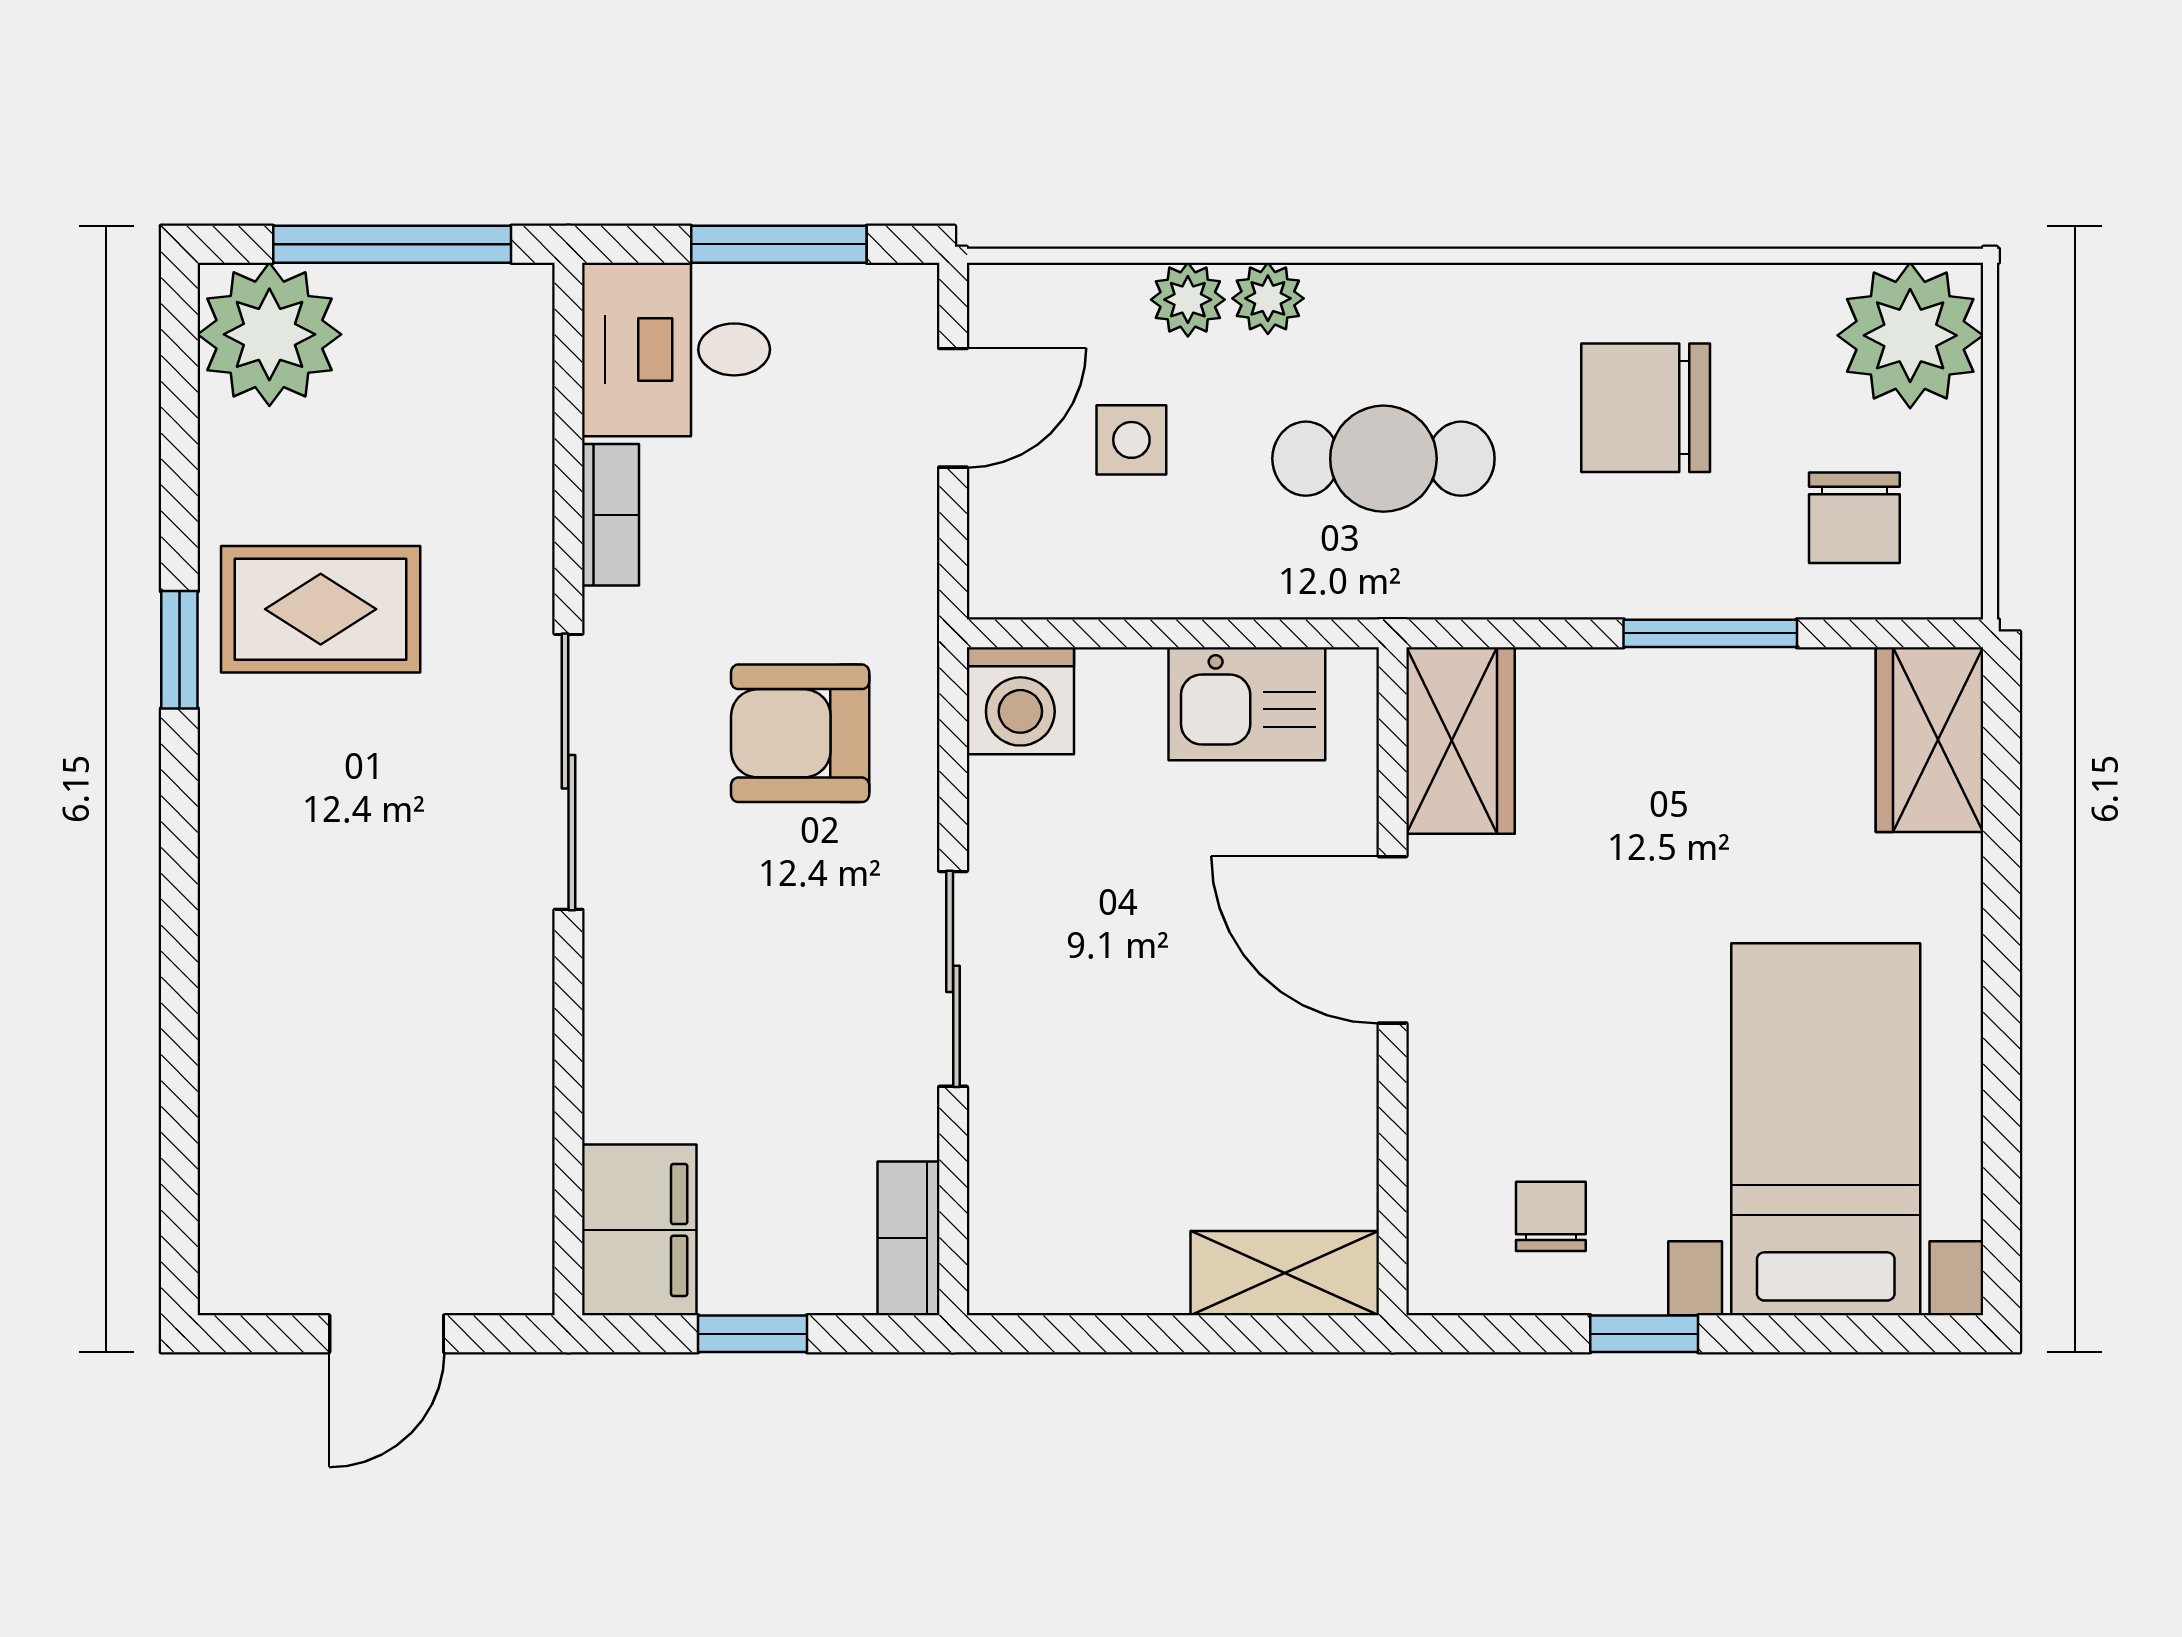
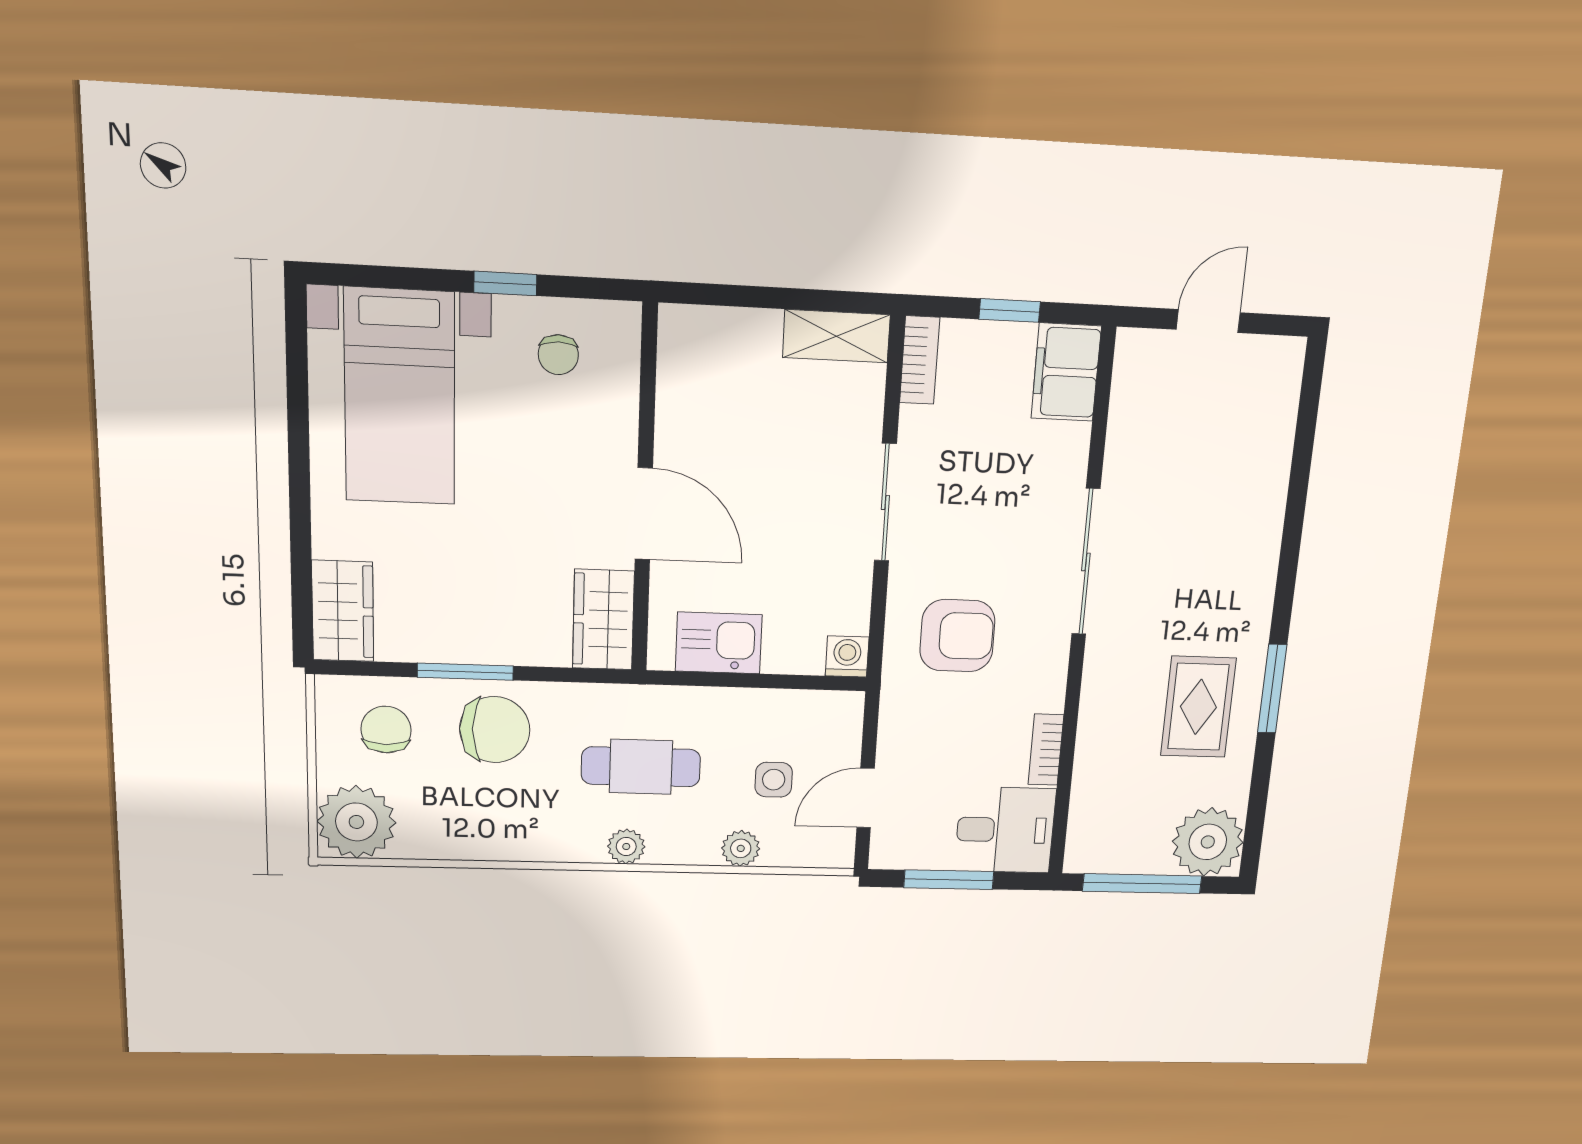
plant: (1268, 298) -> (626, 846), moved
chair: (1646, 408) -> (495, 730), moved
rug: (321, 609) -> (1198, 707), turned 90
window: (179, 650) -> (1272, 689), width x1.50
washing machine: (1020, 701) -> (847, 656), width x0.73, depth x0.73
sliding door: (568, 772) -> (1086, 562), moved
shelving: (1285, 1273) -> (836, 336), moved

